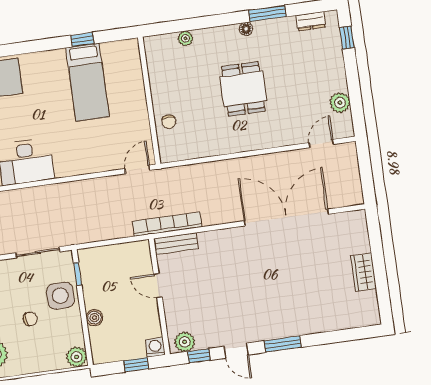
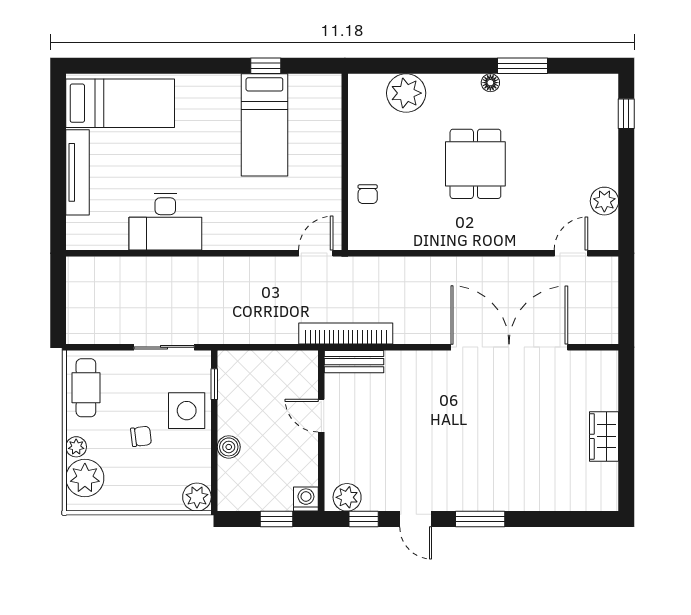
dresser: (311, 21) -> (580, 85), removed
plant: (185, 38) -> (406, 93), width x1.87, depth x1.87

